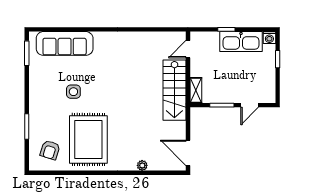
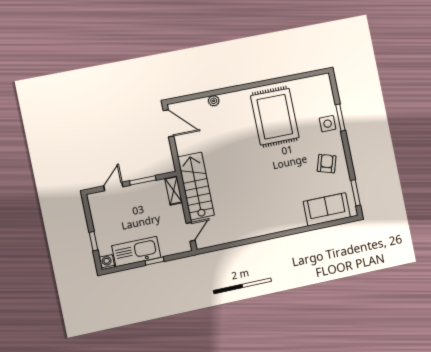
sofa: (65, 43) -> (327, 209), width x0.73
side table: (73, 92) -> (328, 124), moved
armchair: (50, 150) -> (327, 164), moved

